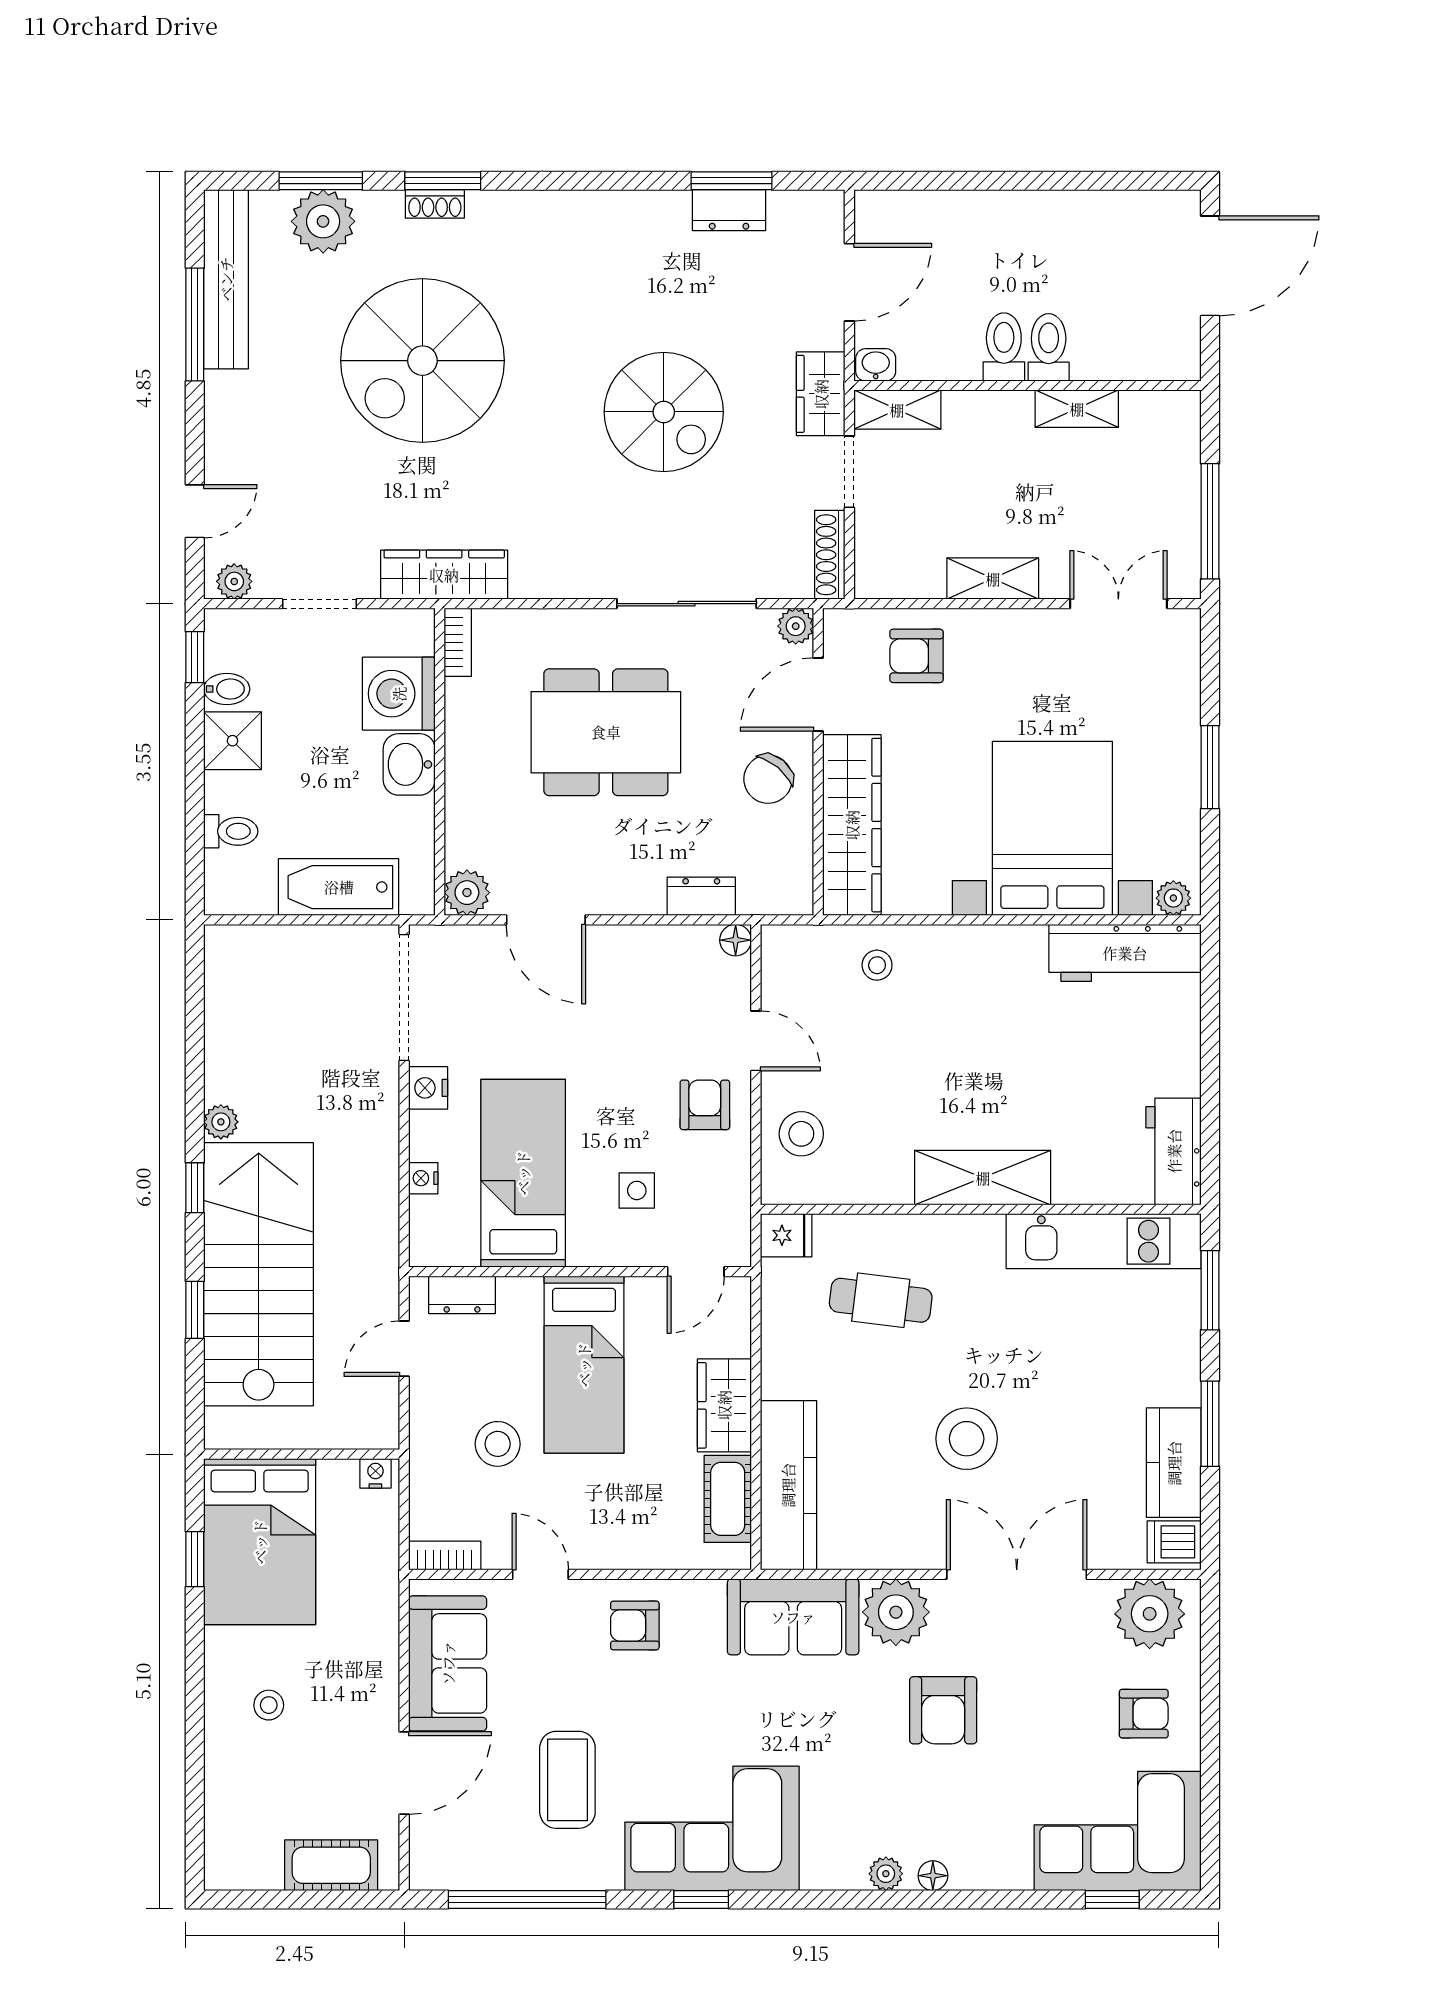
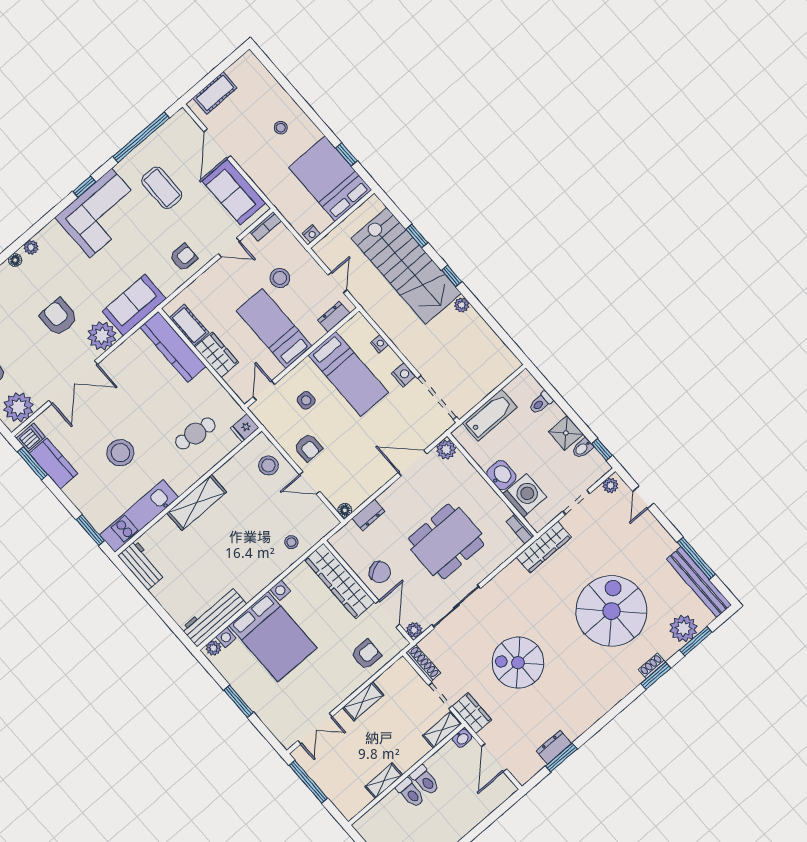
chair: (768, 779) -> (380, 572), turned 115
window: (1210, 1424) -> (32, 463), moved
stool: (967, 1439) -> (120, 453), moved

